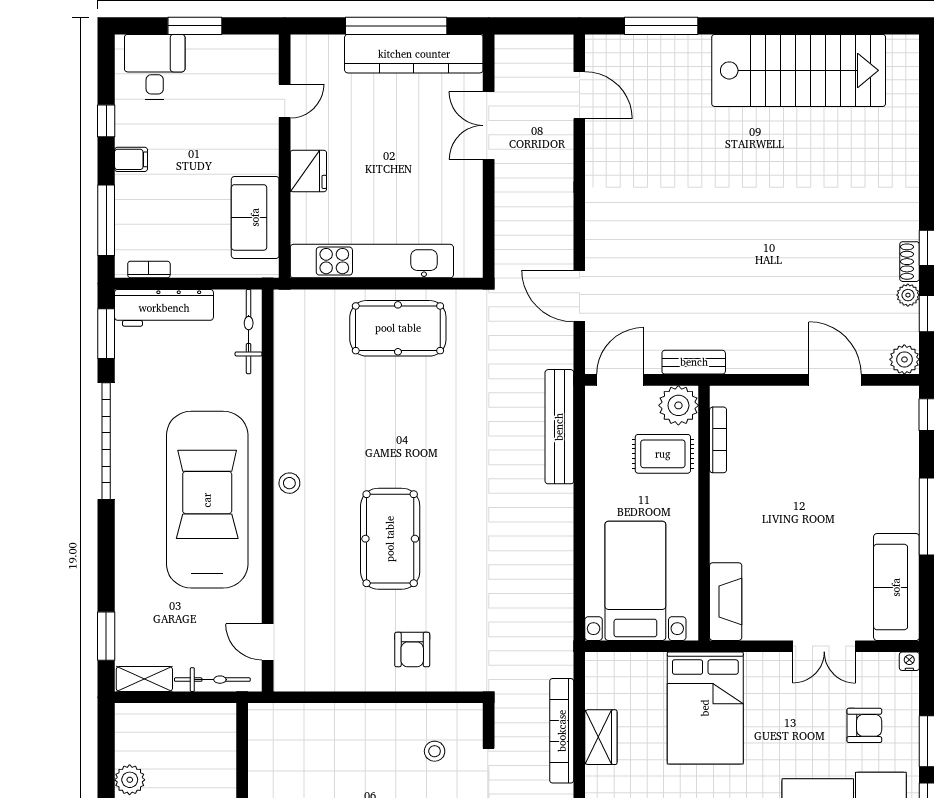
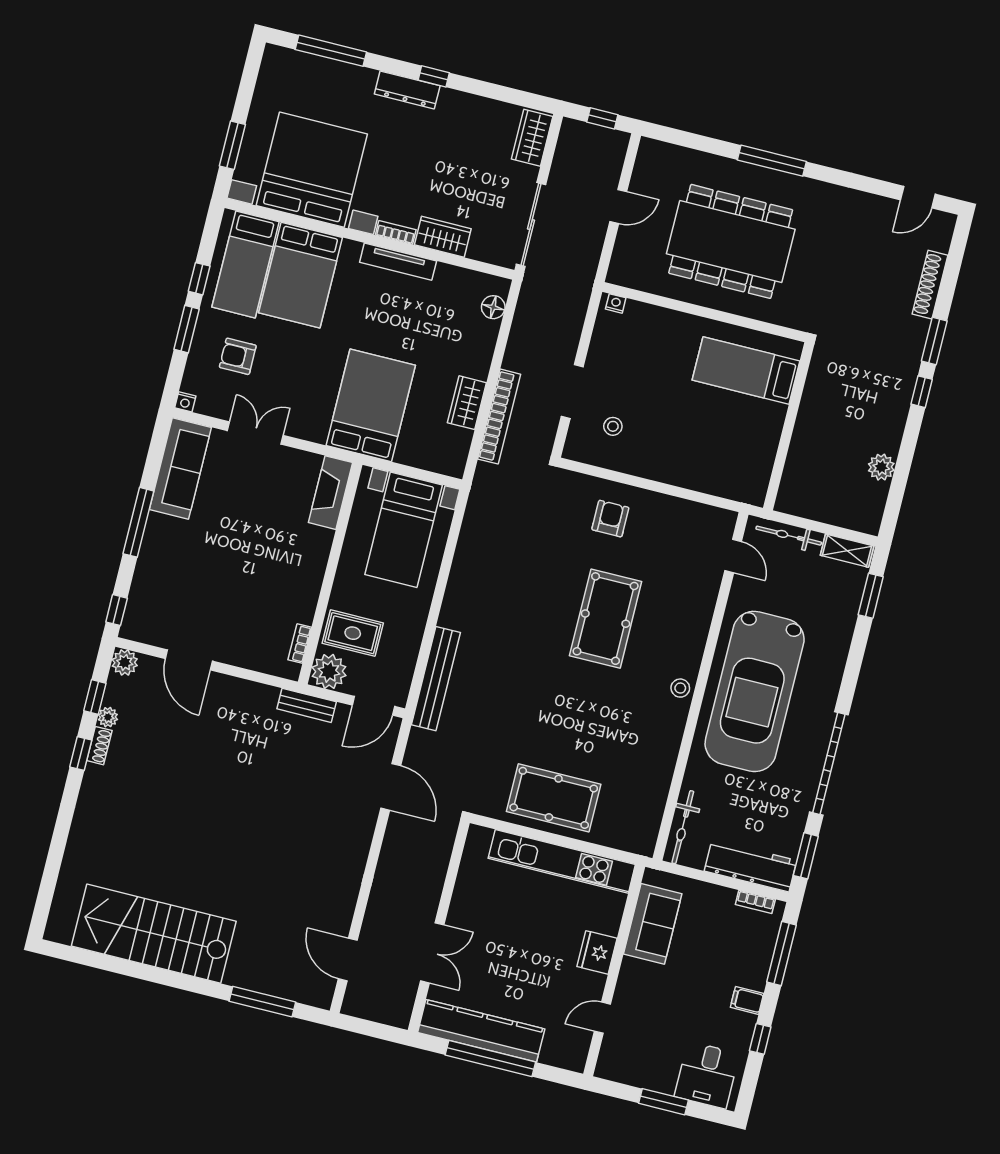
bookcase: (718, 440) -> (300, 643), width x0.64

